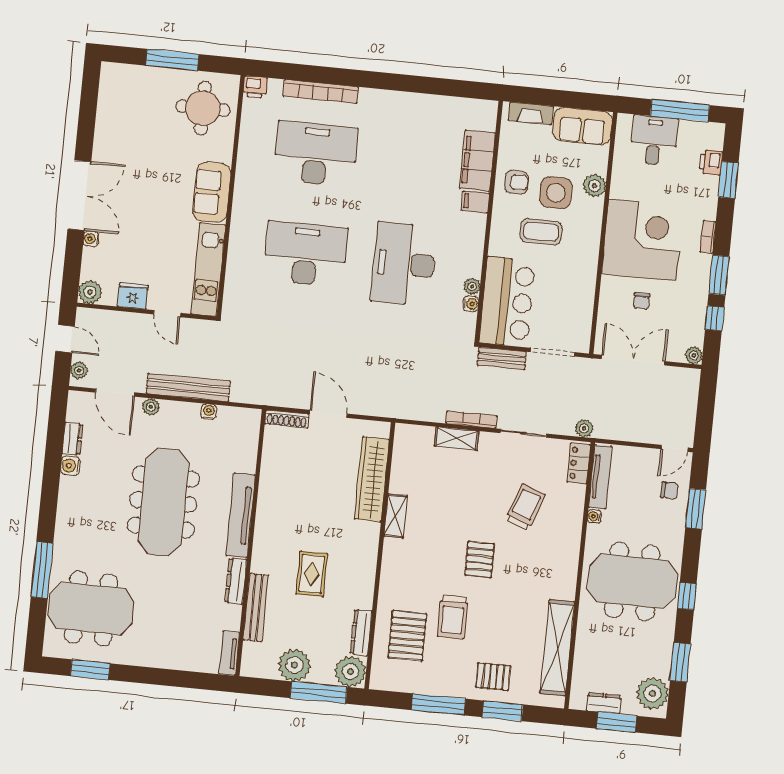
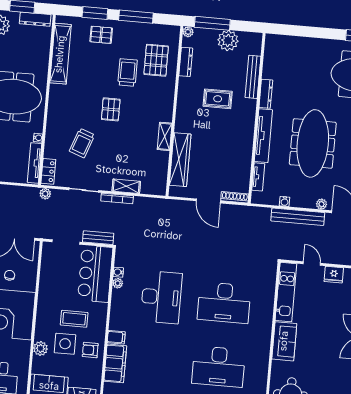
rug: (312, 574) -> (218, 99), turned 90
tv unit: (229, 653) -> (258, 177), moved
plant: (350, 672) -> (188, 32), width x0.53, depth x0.53
dresser: (604, 703) -> (35, 19), width x1.44

